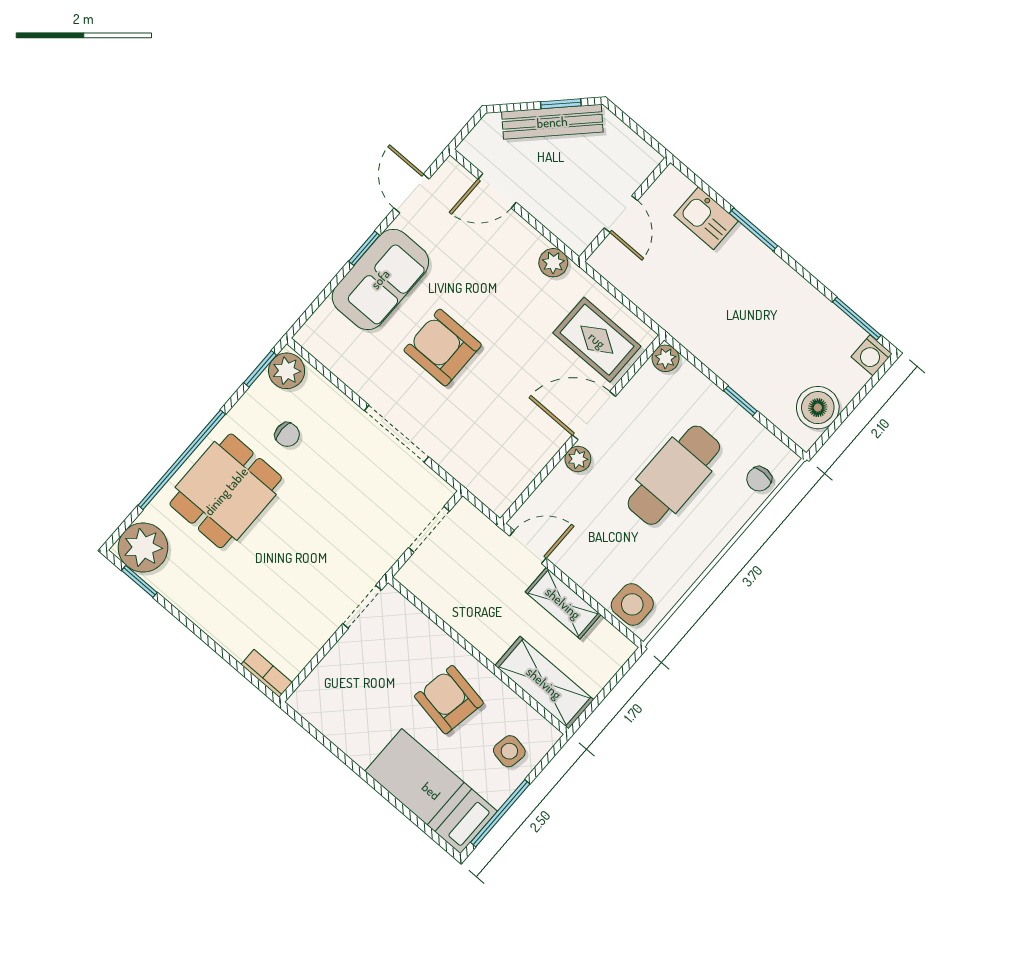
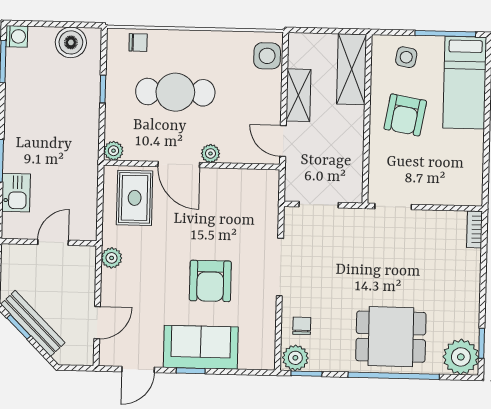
door: (497, 191) -> (97, 323), hinge flipped
chair: (287, 435) -> (302, 326), moved

